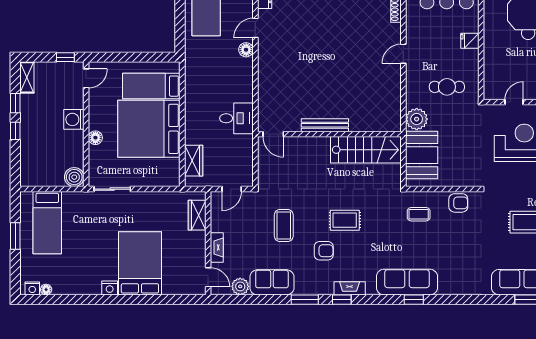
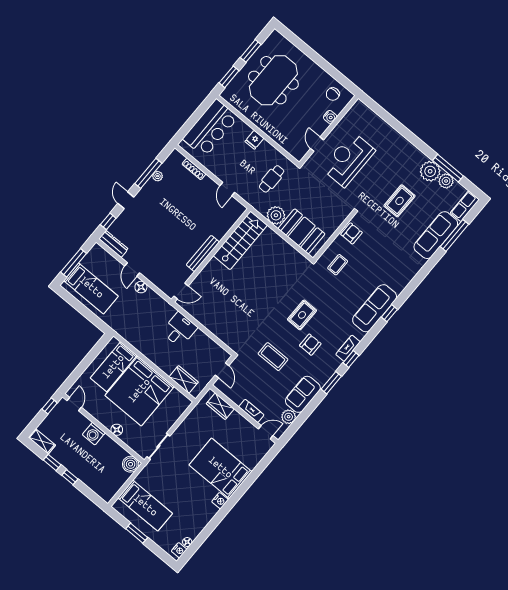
bench: (325, 125) -> (203, 253), moved
door: (273, 134) -> (181, 291), moved
wall: (329, 134) -> (211, 255), moved
stairs: (366, 150) -> (240, 240), moved

